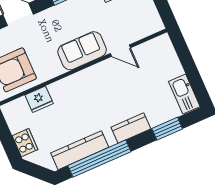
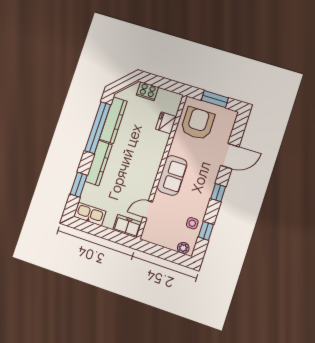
freezer: (164, 50) -> (127, 226), added
door: (120, 51) -> (148, 210), moved
kitchen counter: (131, 128) -> (99, 163), width x1.50

